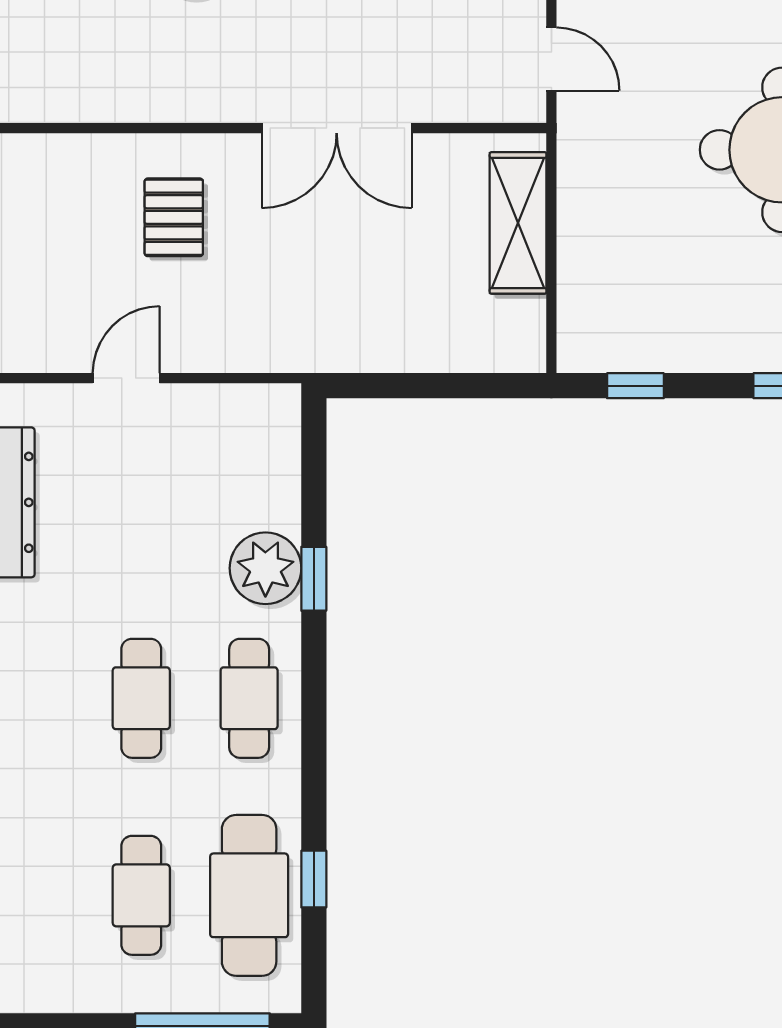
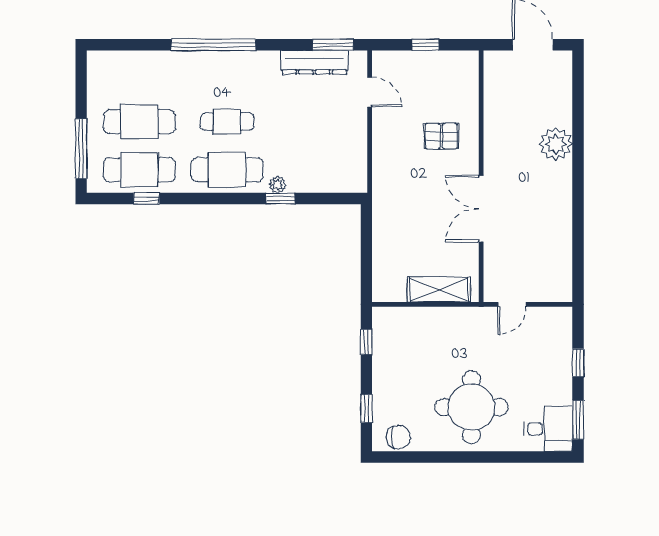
door: (126, 378) -> (370, 92), moved
plant: (265, 568) -> (278, 184), width x0.53, depth x0.53
cafe table: (249, 698) -> (227, 170), width x1.37, depth x1.35
cafe table: (141, 895) -> (139, 122), width x1.37, depth x1.35

